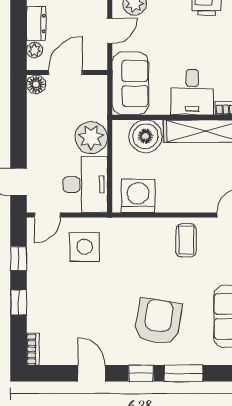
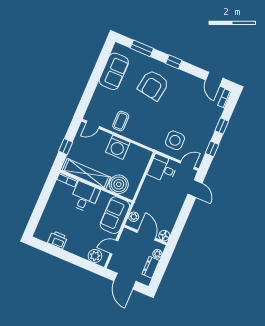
door: (65, 73) -> (146, 235), swing flipped
plant: (91, 138) -> (134, 217), moved, width x0.53, depth x0.53
desk: (85, 184) -> (163, 169), width x0.73
washing machine: (138, 196) -> (118, 147), moved
door: (92, 373) -> (214, 79), moved
window: (183, 373) -> (142, 48), moved

